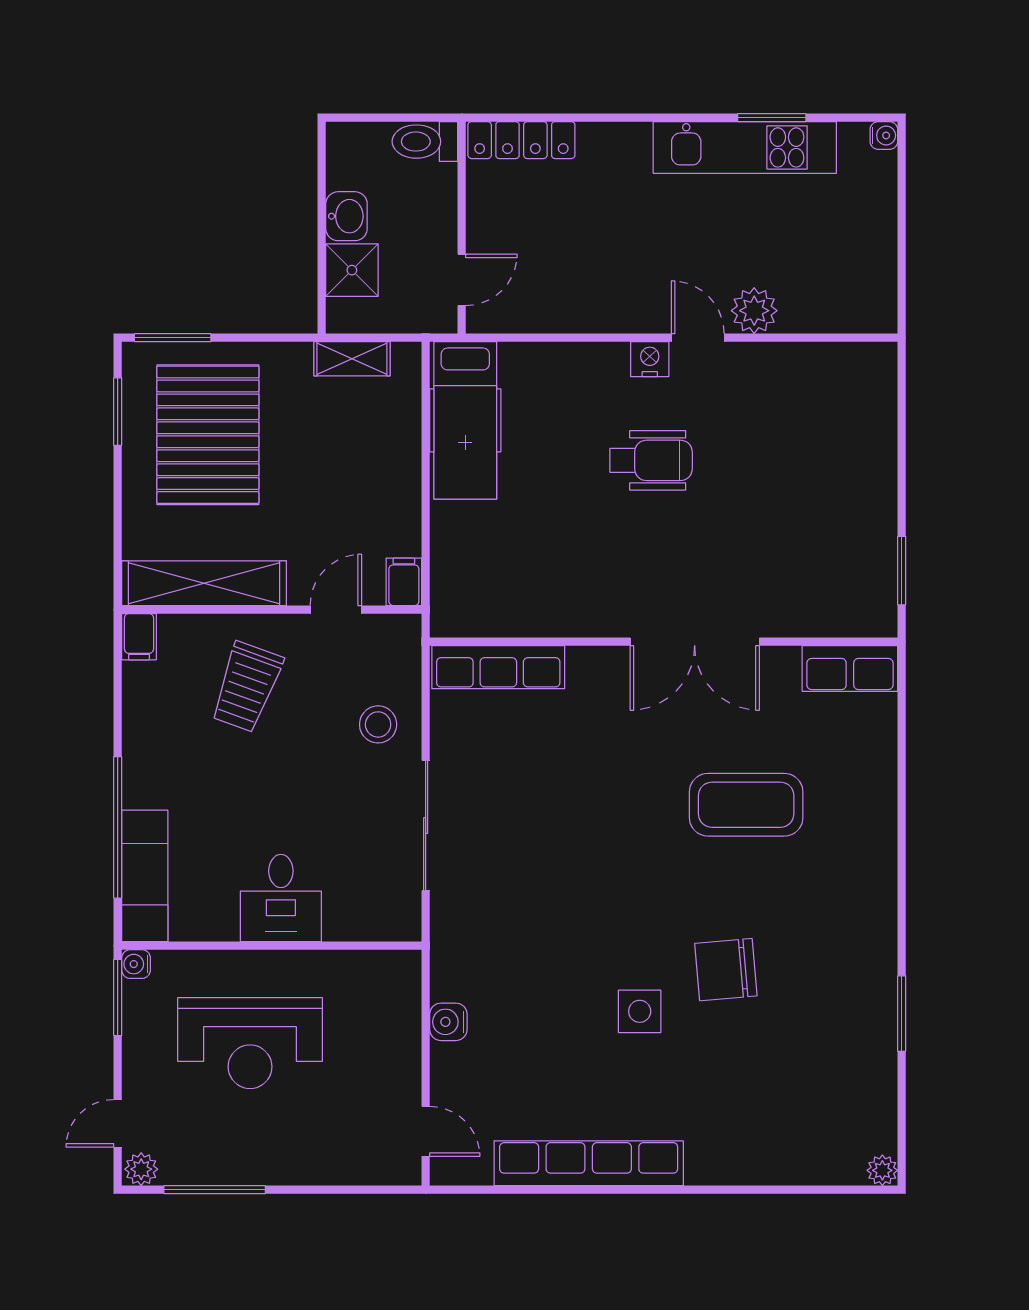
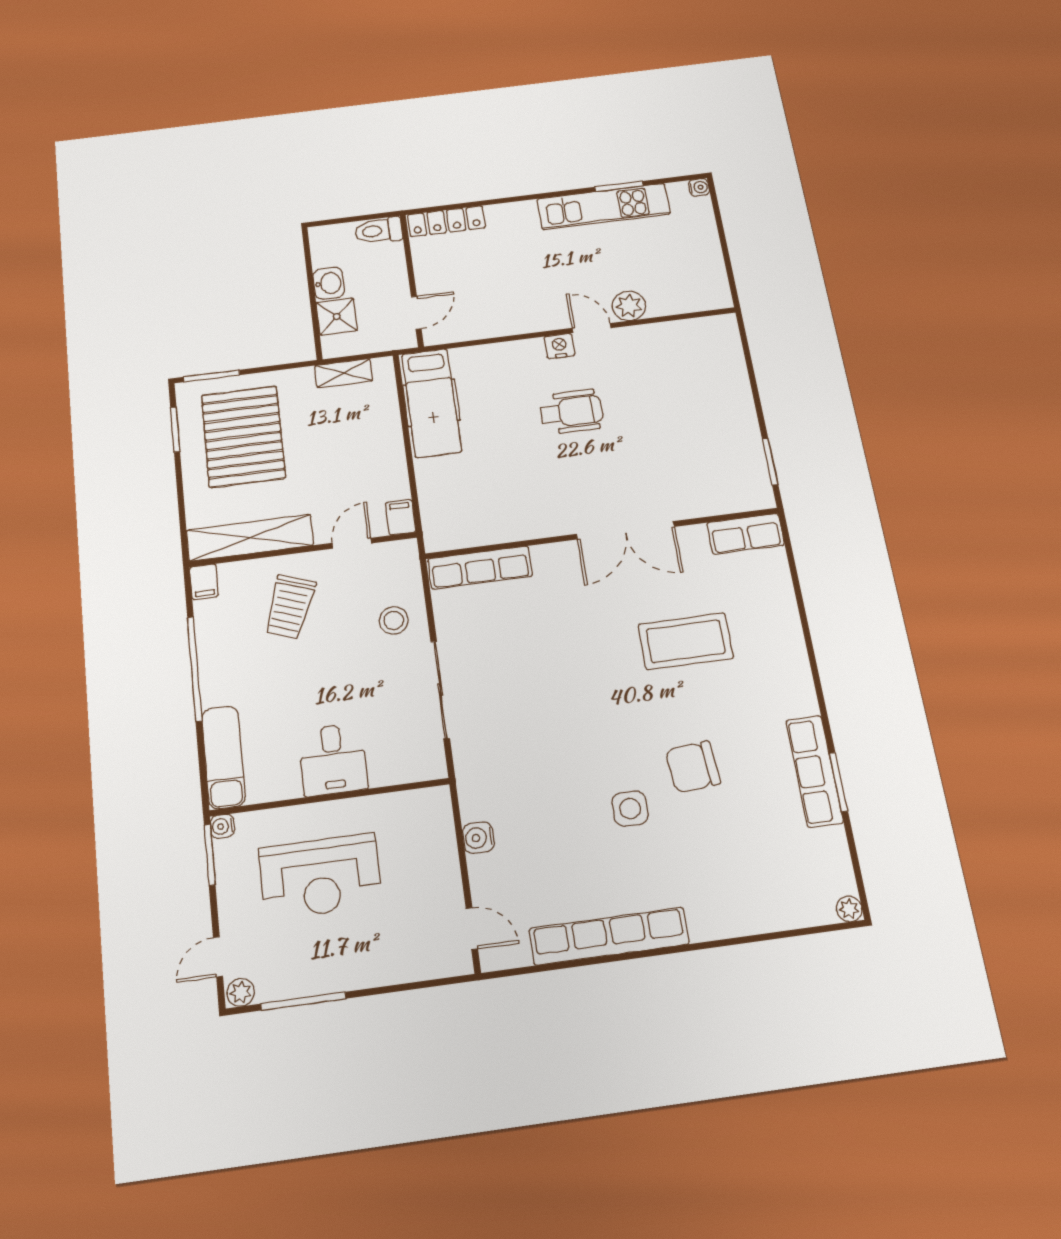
window: (118, 827) -> (195, 669), moved
row of seats: (875, 996) -> (814, 771), added

